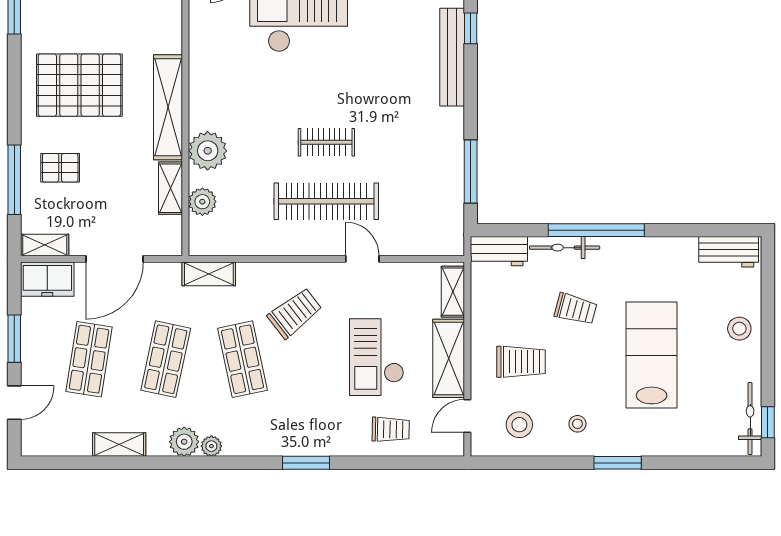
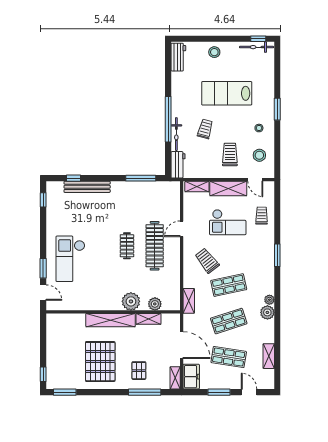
shop shelf: (166, 359) -> (229, 321), turned -30
shelving: (119, 445) -> (269, 356), moved

